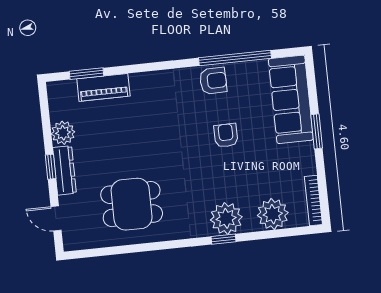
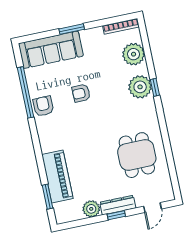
piano: (103, 87) -> (57, 176), width x1.37, depth x1.33

